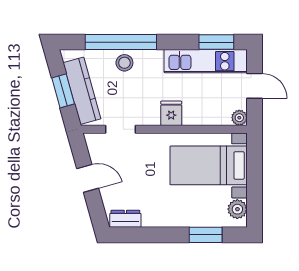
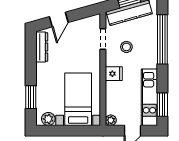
stool: (124, 63) -> (126, 47), moved
door: (88, 178) -> (59, 20), moved
dresser: (125, 219) -> (42, 47), width x1.44

